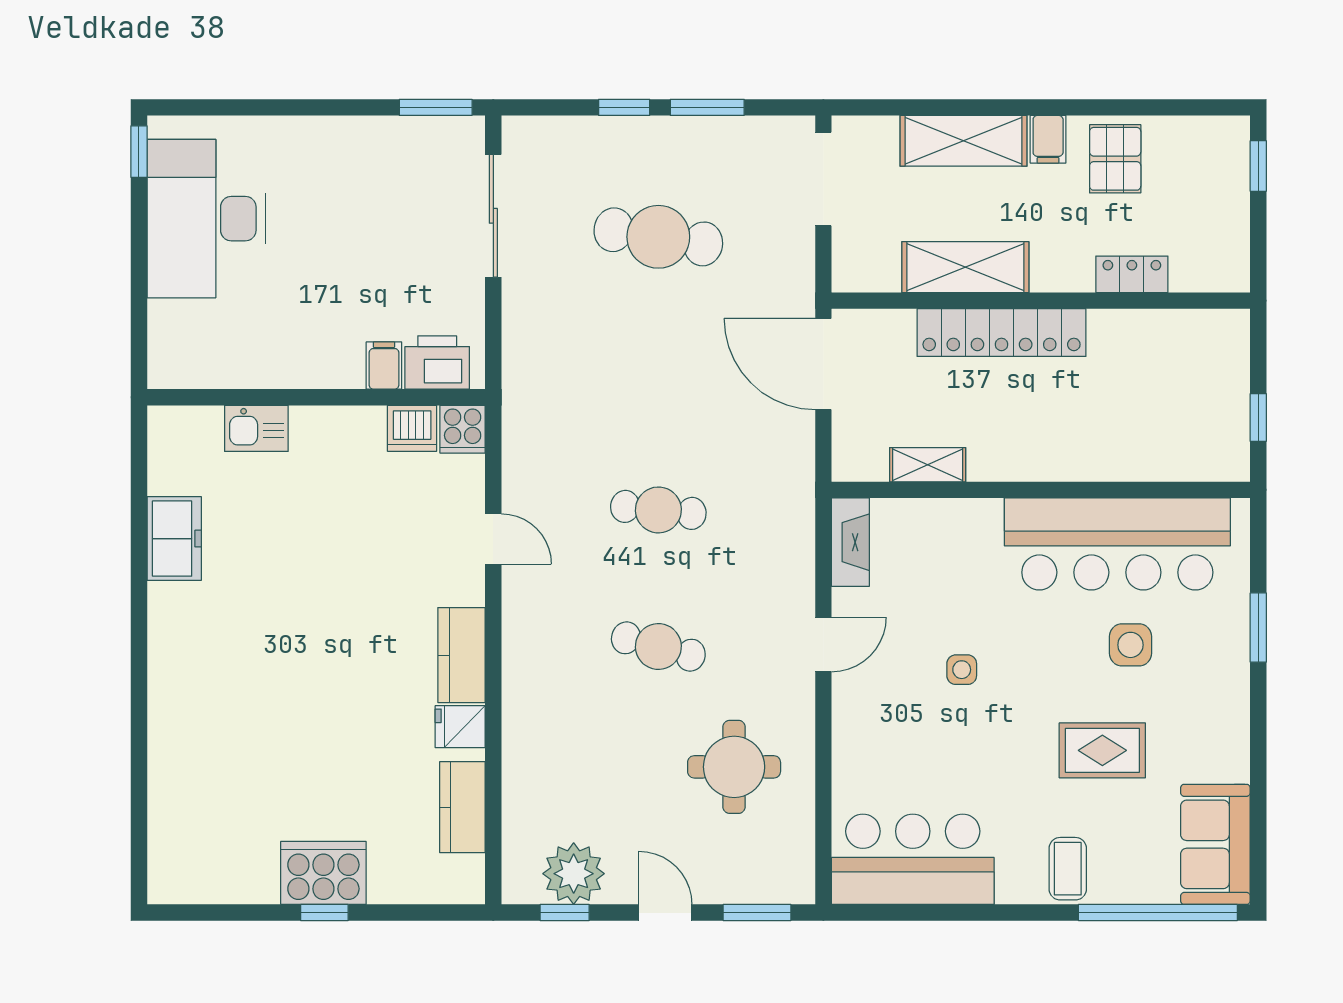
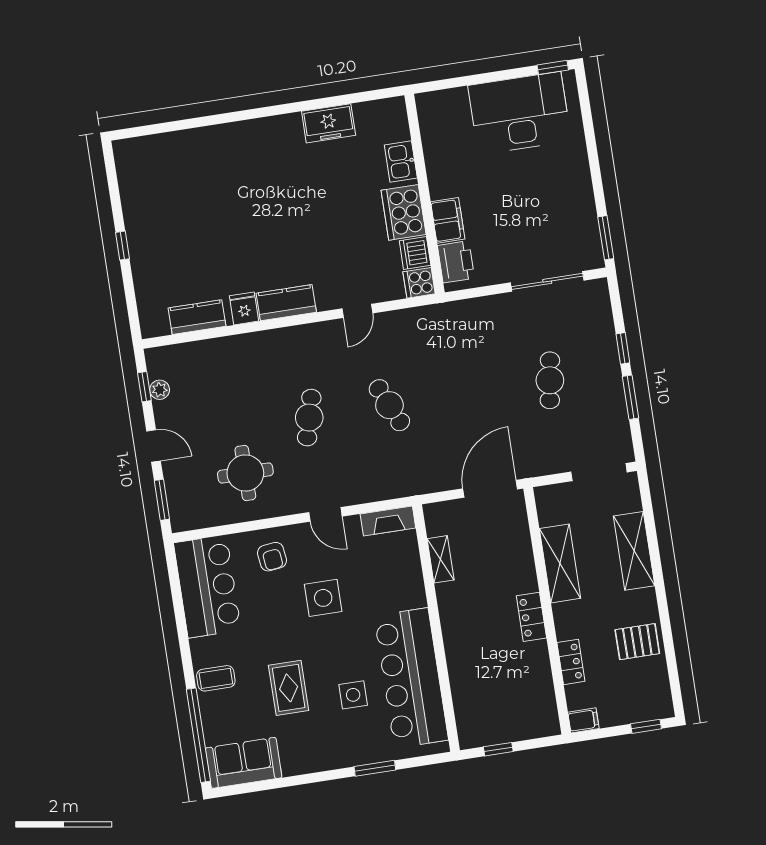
filing cabinet: (1048, 139) -> (583, 720), moved, turned 180
cafe table: (658, 237) -> (550, 380), width x0.73, depth x0.74
locker: (1002, 333) -> (531, 617), width x0.46, depth x0.83
filing cabinet: (384, 366) -> (448, 220), width x2.00
cafe table: (658, 510) -> (389, 405), turned -30
side table: (962, 670) -> (323, 598), width x1.87, depth x1.87
armchair: (880, 744) -> (272, 557), added
cooker: (323, 873) -> (404, 212), moved, turned 180
plant: (574, 874) -> (160, 390), width x0.53, depth x0.53
door: (665, 913) -> (154, 446), hinge flipped

